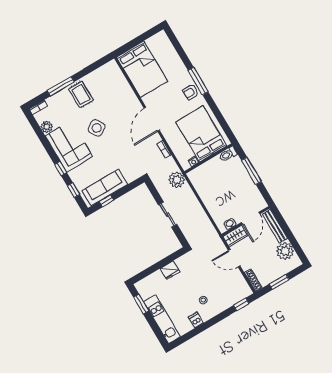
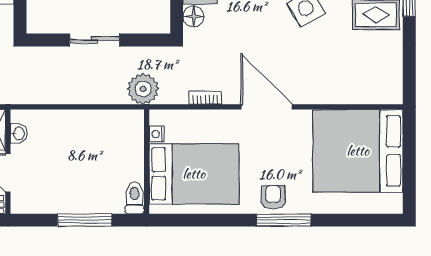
bed: (142, 69) -> (358, 151), width x1.36
floor lamp: (130, 176) -> (193, 16), added

